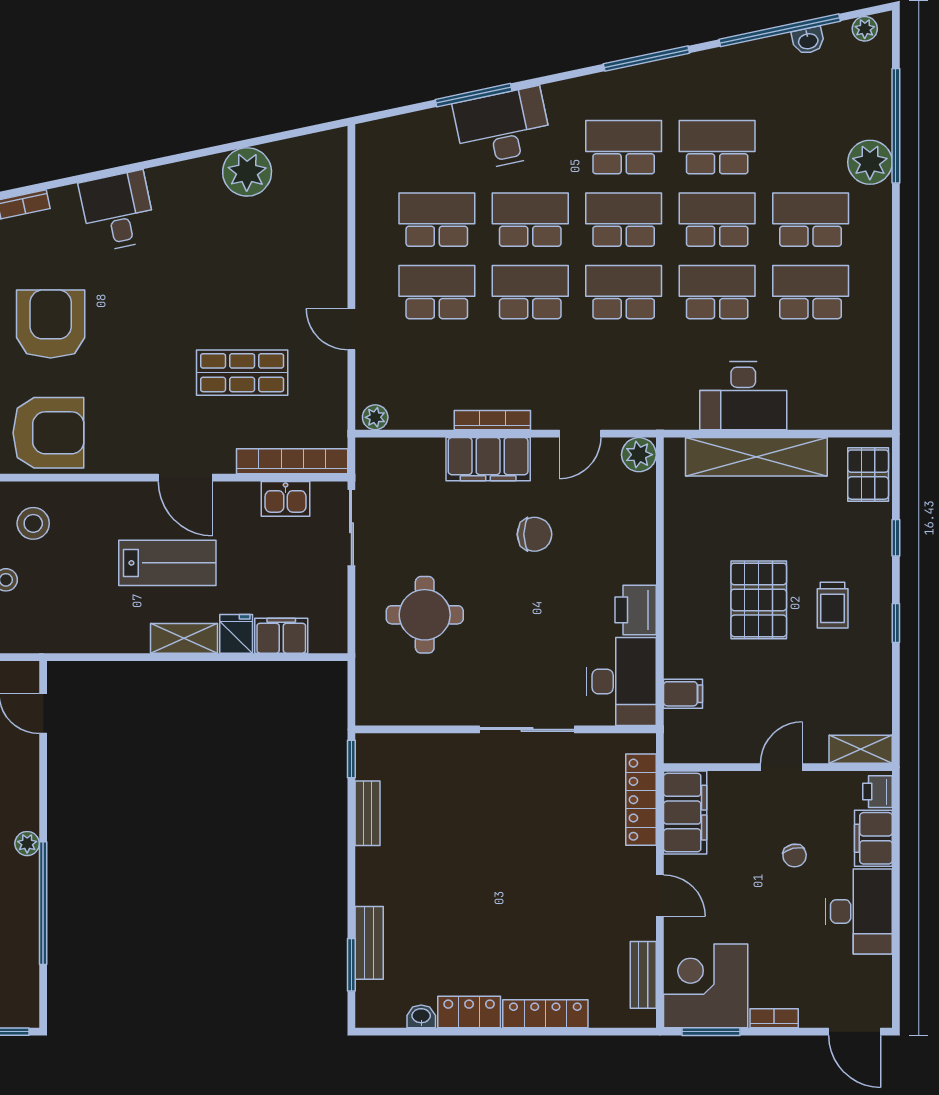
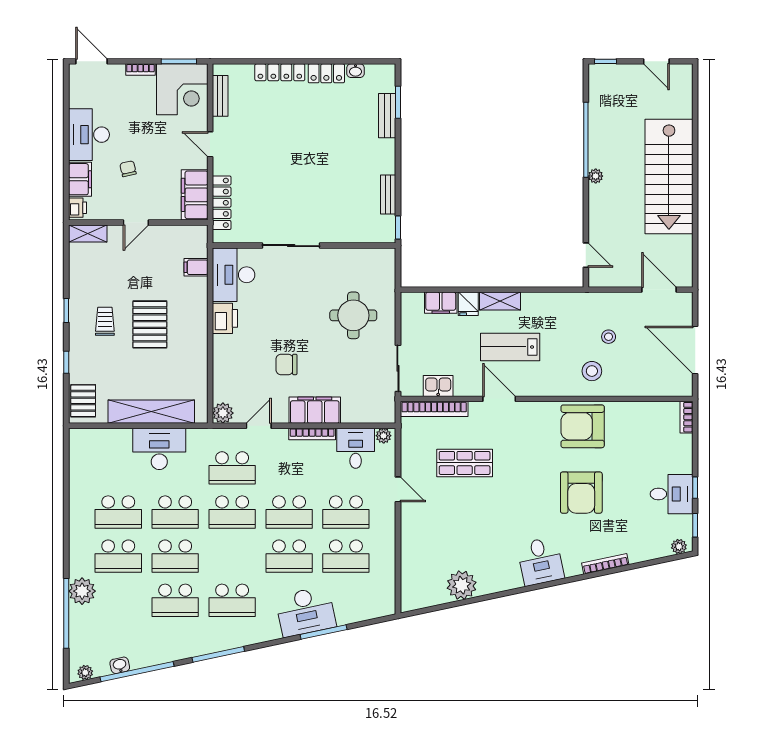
school desk: (624, 220) -> (232, 468), moved
desk: (421, 397) -> (356, 448), added

